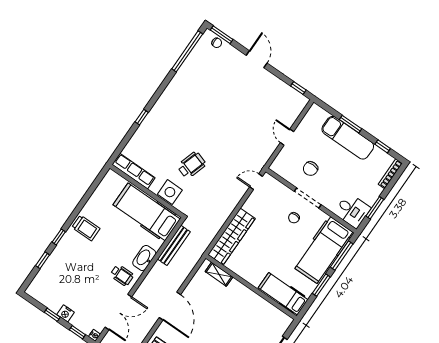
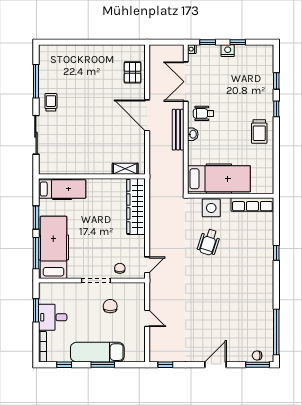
door: (257, 59) -> (216, 365), swing flipped
desk: (352, 211) -> (53, 317), moved
chair: (294, 218) -> (120, 268), moved
trolley: (86, 228) -> (259, 132), turned -90
bench: (174, 245) -> (178, 130), moved
washbasin: (144, 258) -> (193, 134), width x0.52, depth x0.69

